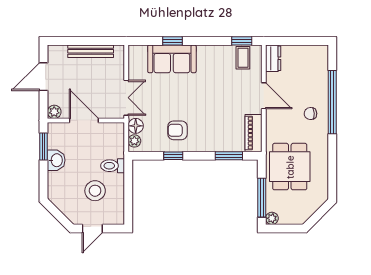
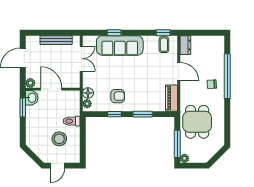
sofa: (172, 59) -> (120, 45), width x1.36
double door: (126, 98) -> (81, 59), moved
armchair: (178, 130) -> (118, 96), turned 180
window: (229, 156) -> (143, 114), moved
washbasin: (56, 160) -> (32, 98), moved

